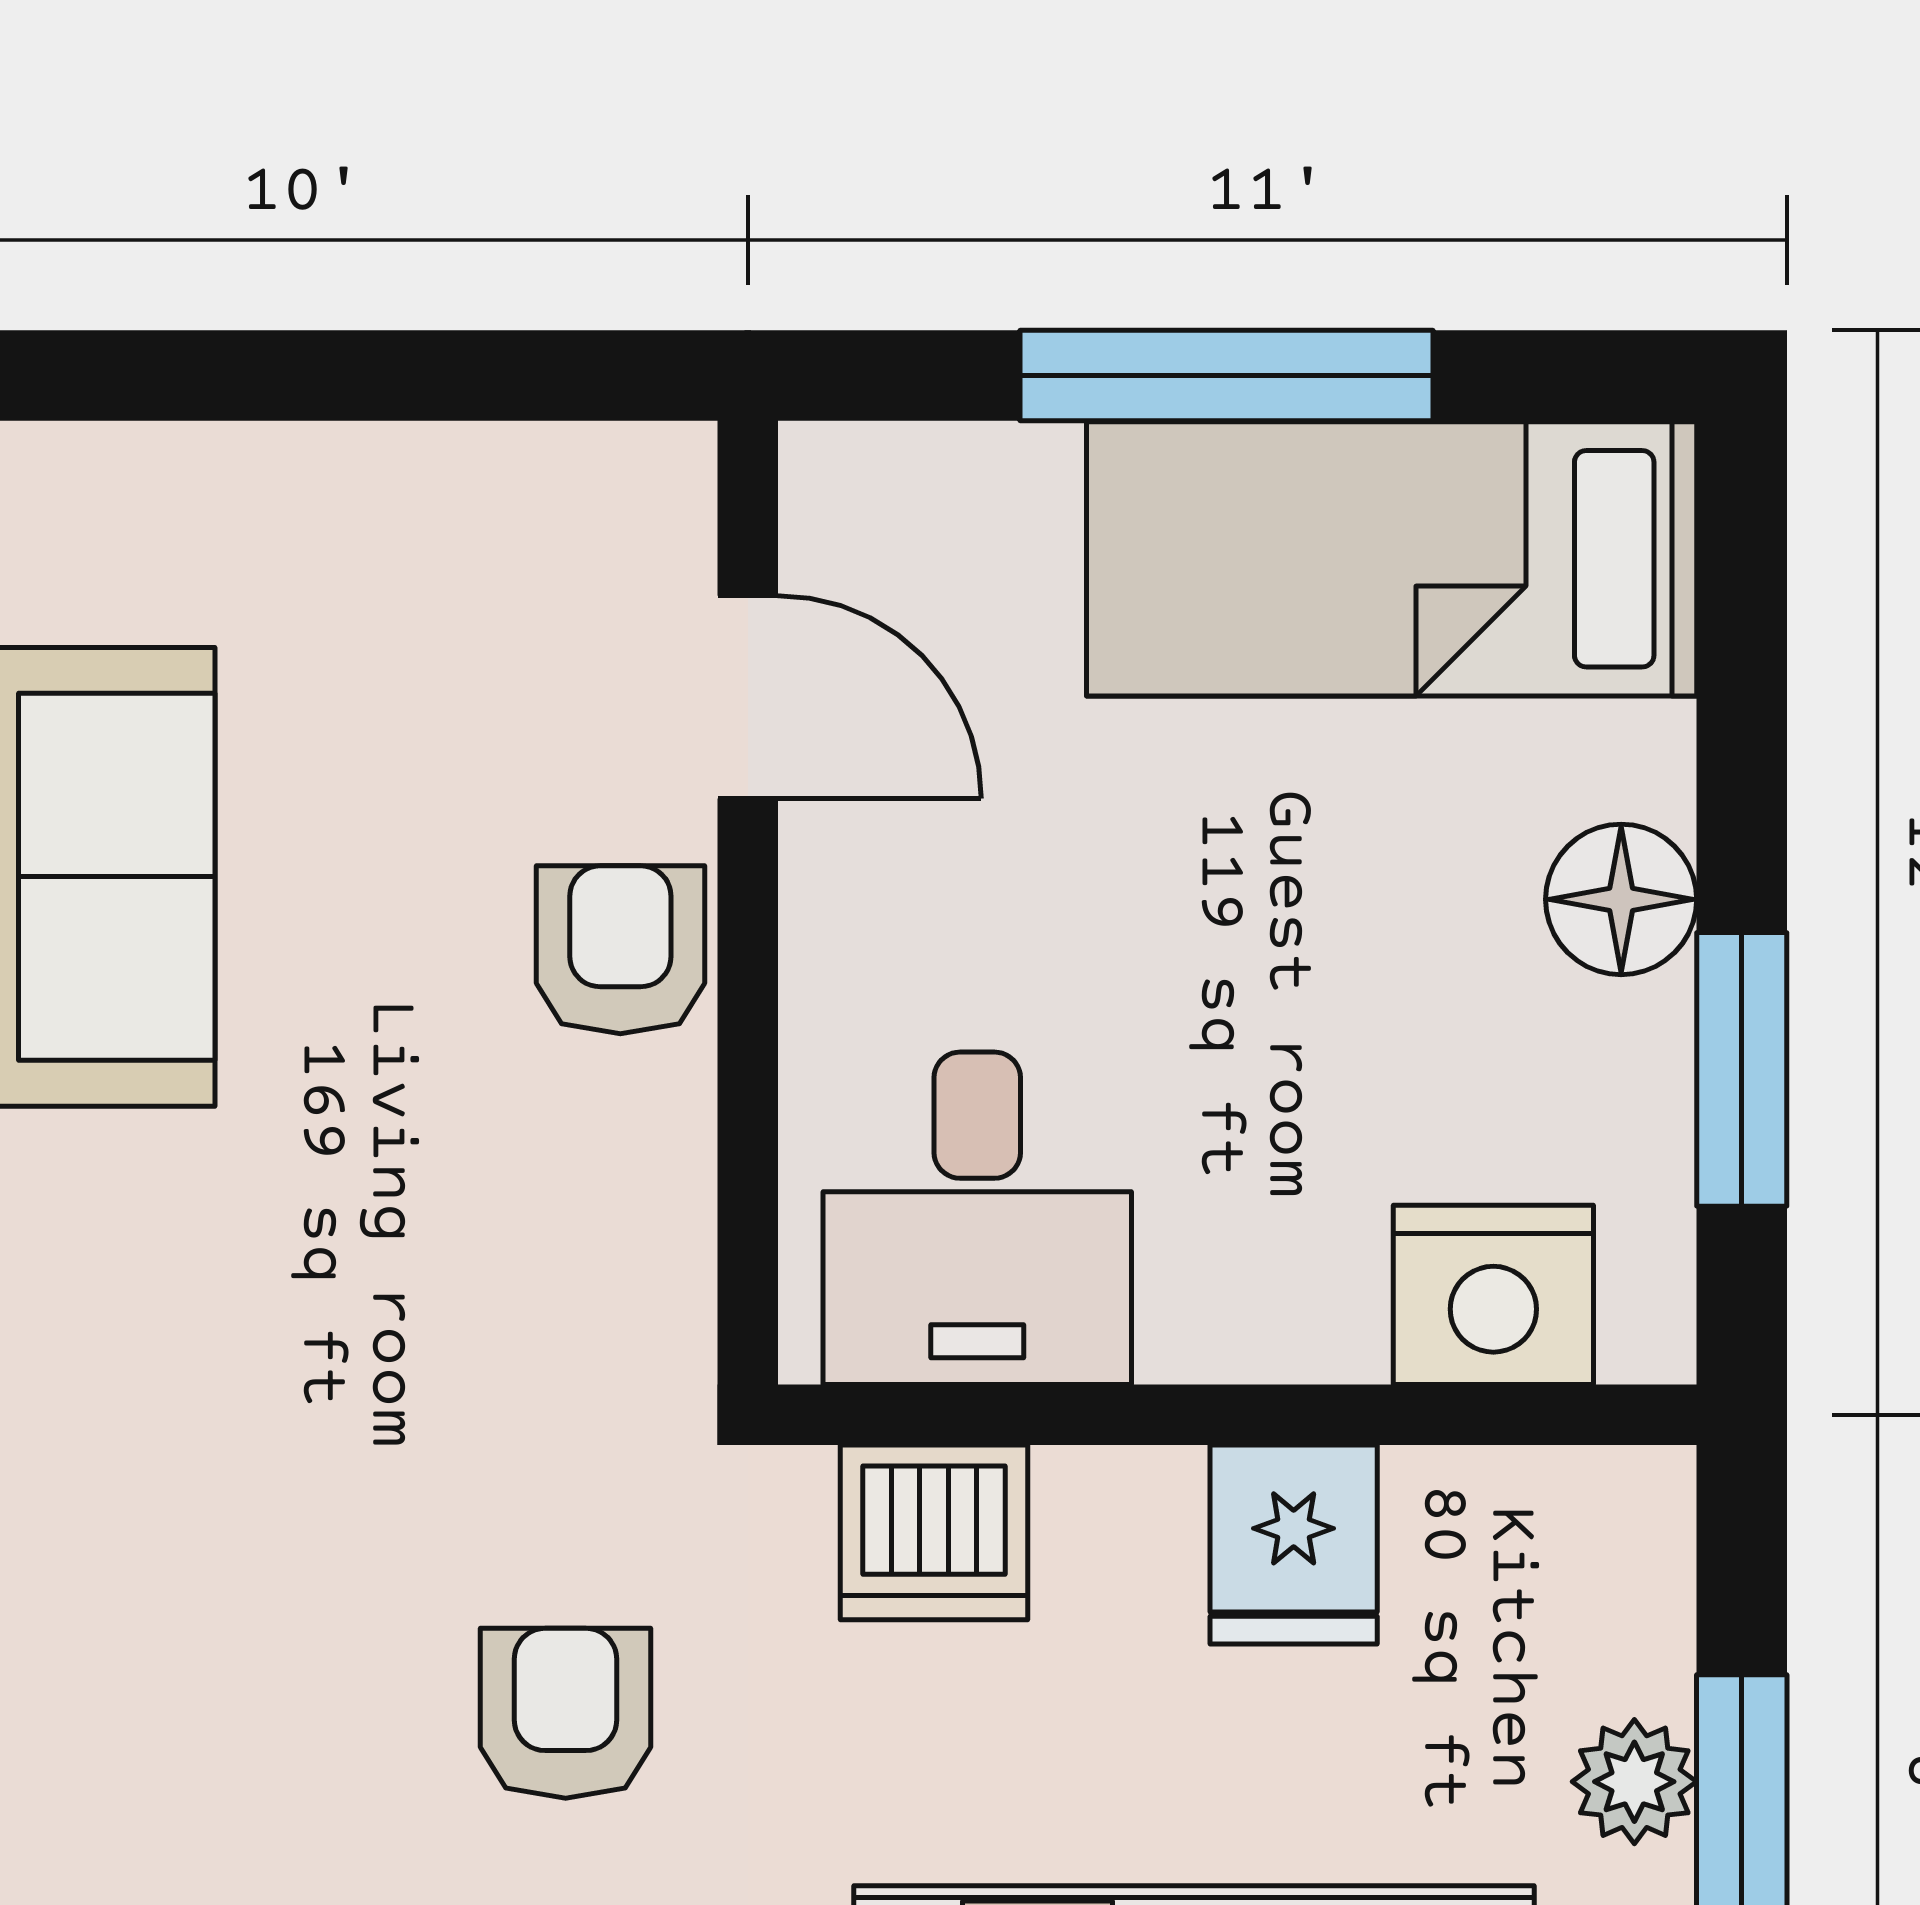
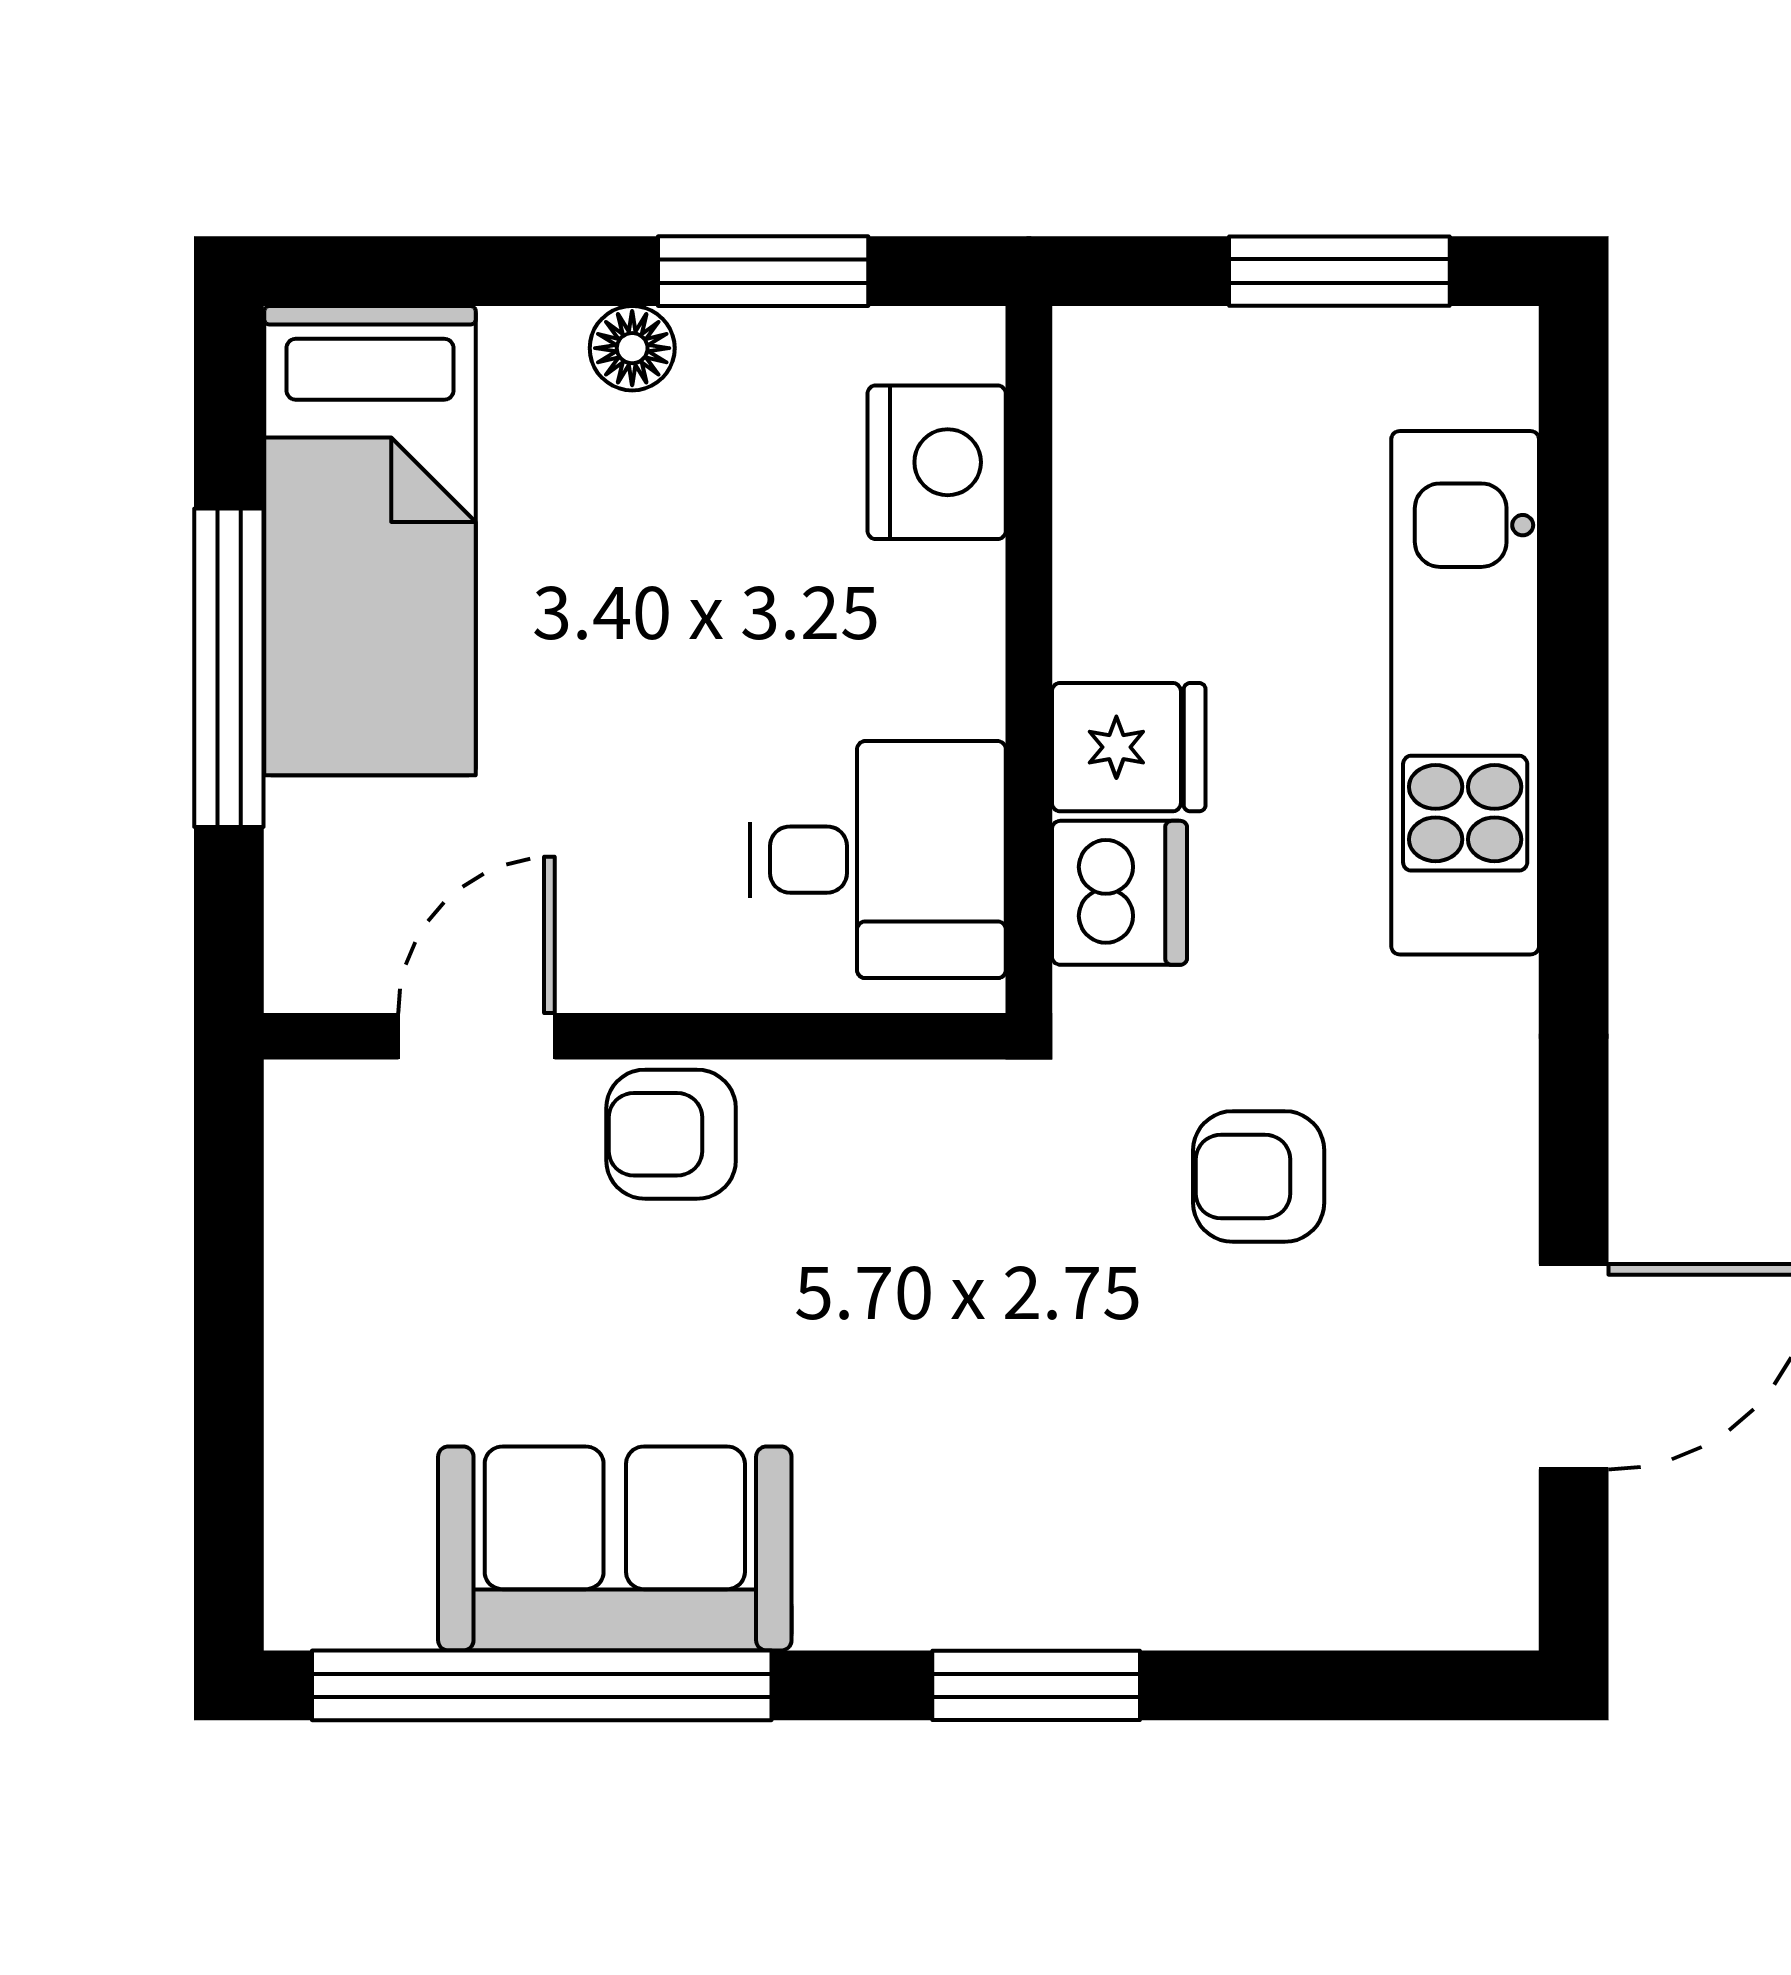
floor lamp: (1621, 899) -> (632, 348), width x0.73, depth x0.73
fridge: (1294, 1544) -> (1129, 747), moved
plant: (1634, 1782) -> (1311, 354), removed

